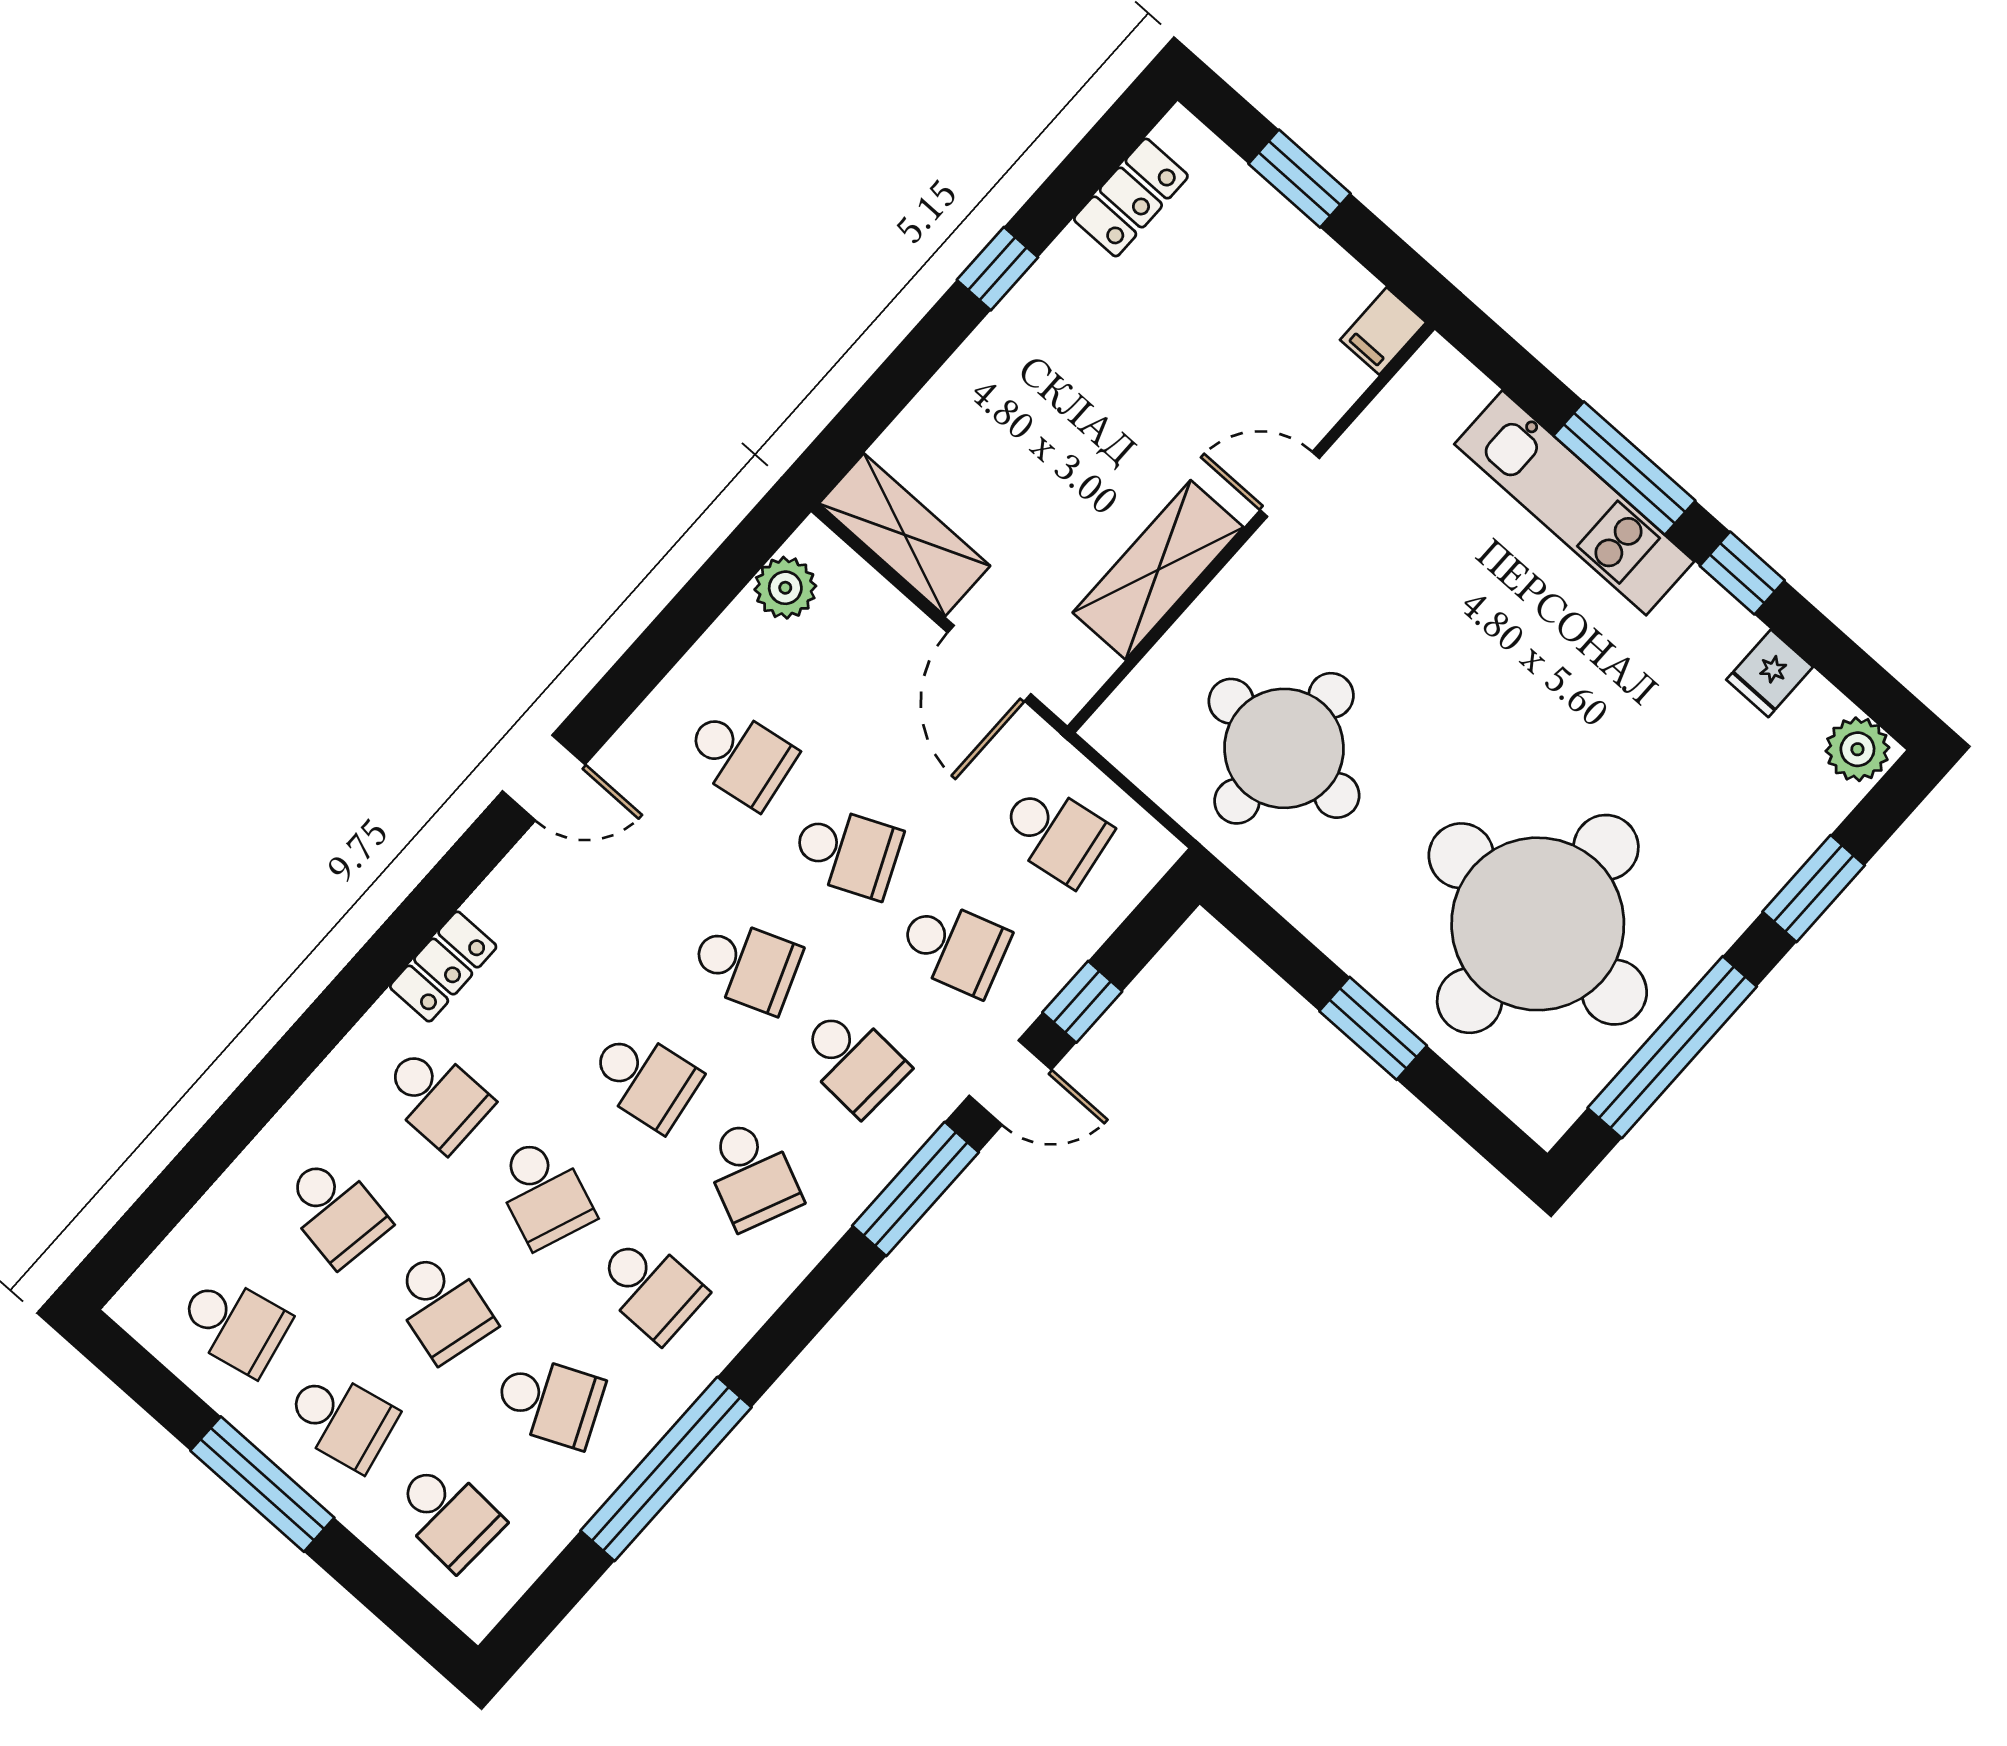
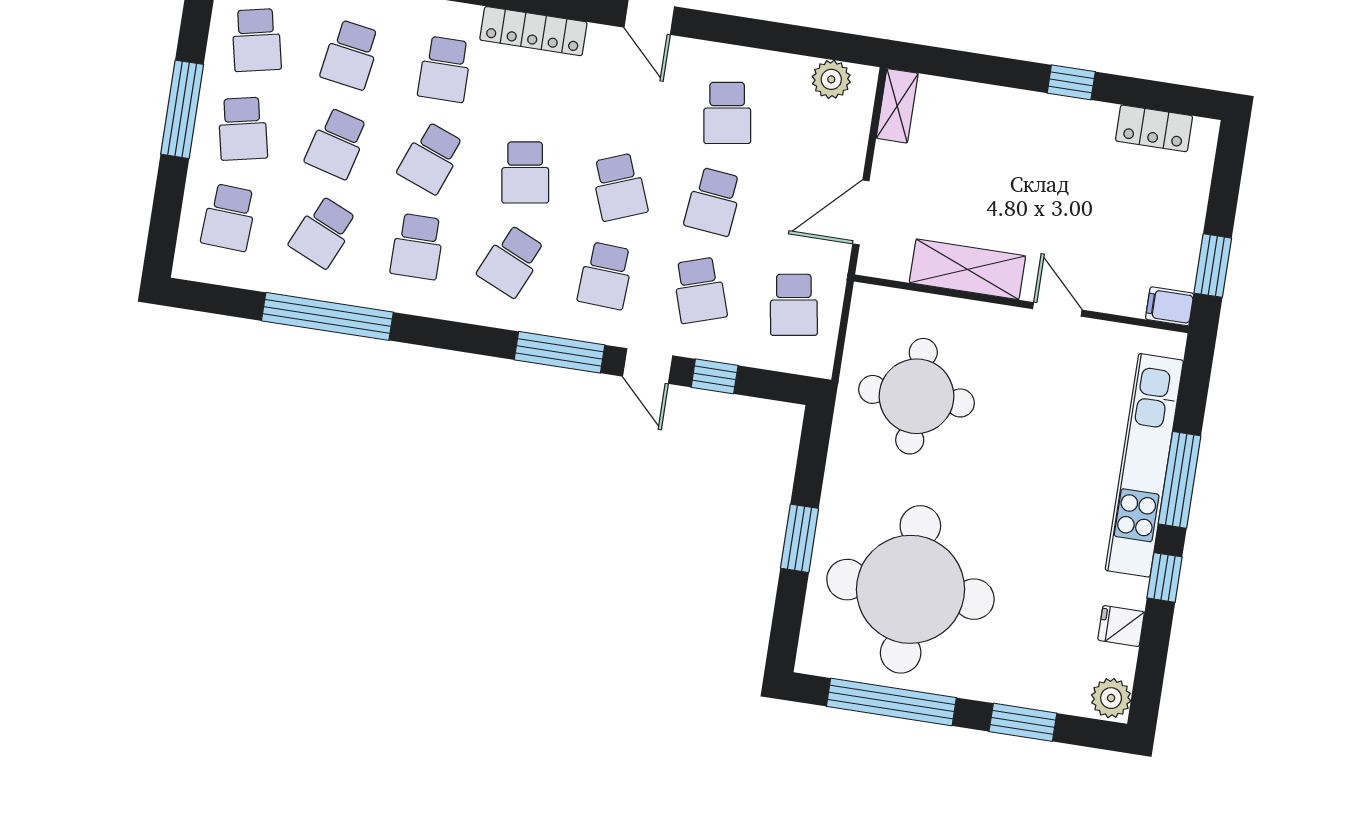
window: (1299, 179) -> (1213, 266), moved
kitchen unit: (1574, 503) -> (1144, 465), width x1.36
shelving: (905, 535) -> (897, 106), width x0.67, depth x0.75
school desk: (847, 852) -> (713, 202), turned 30
locker: (443, 966) -> (533, 31), width x1.53
school desk: (549, 1401) -> (323, 232), turned 48

